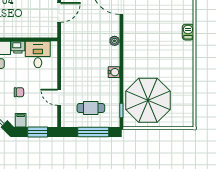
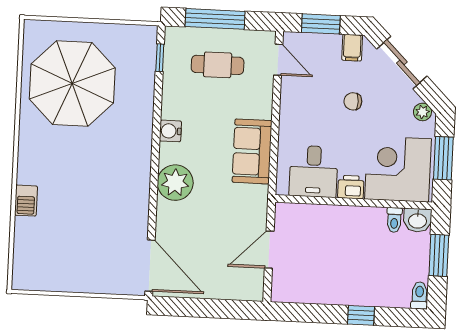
plant: (115, 41) -> (175, 183), width x1.87, depth x1.87
sofa: (71, 63) -> (252, 151), added
door: (59, 97) -> (278, 60), moved
parasol: (148, 100) -> (72, 83), moved

